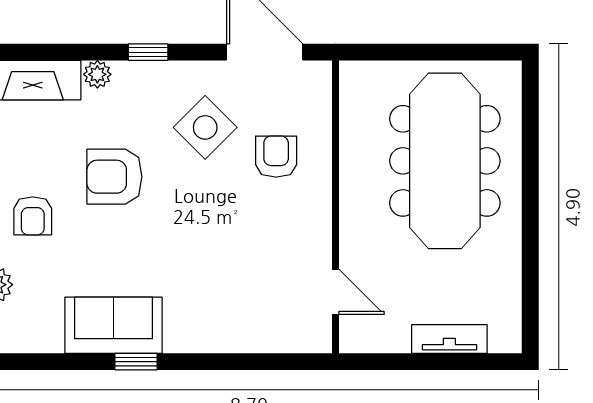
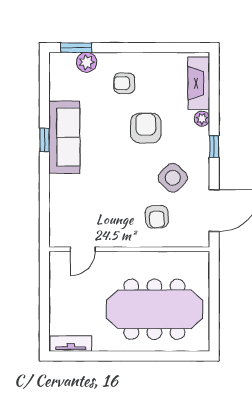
armchair: (276, 157) -> (157, 217), turned 87
sofa: (113, 325) -> (64, 137), width x1.36
tv unit: (449, 339) -> (71, 344), moved, turned -90

